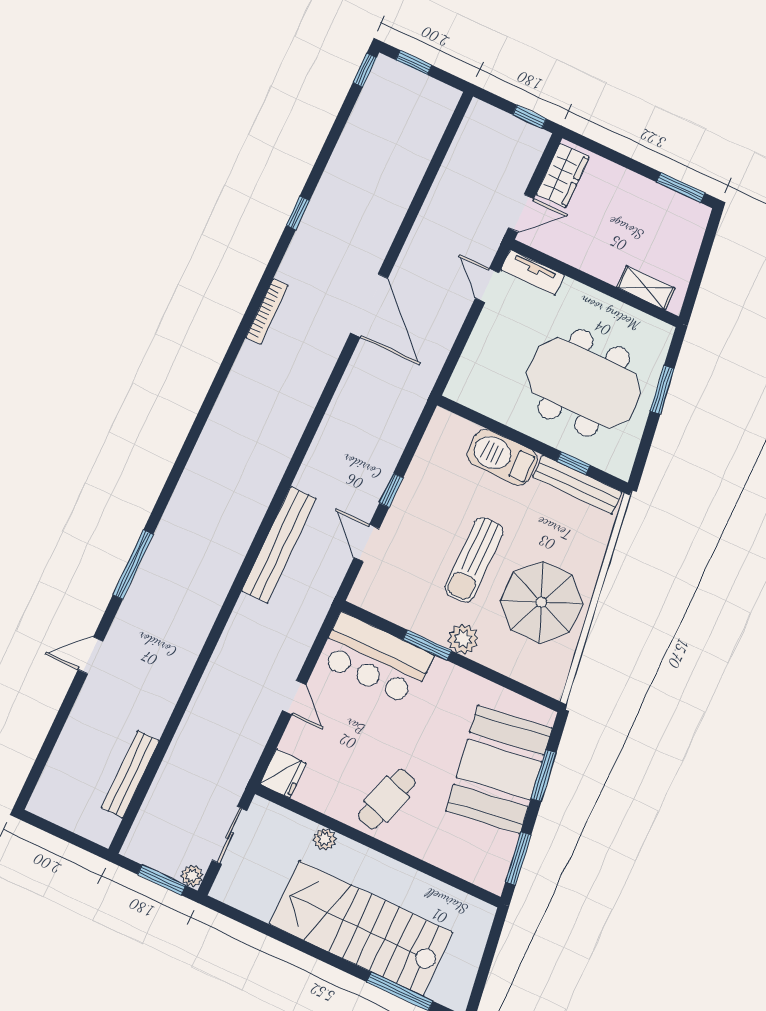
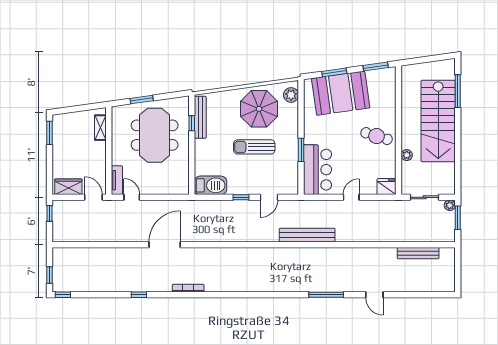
door: (487, 285) -> (132, 197), swing flipped
barbecue: (502, 457) -> (211, 185), moved, turned -90
bench: (279, 545) -> (307, 235), moved
sun lounger: (474, 560) -> (254, 147), turned 180
plant: (463, 639) -> (291, 95), moved

